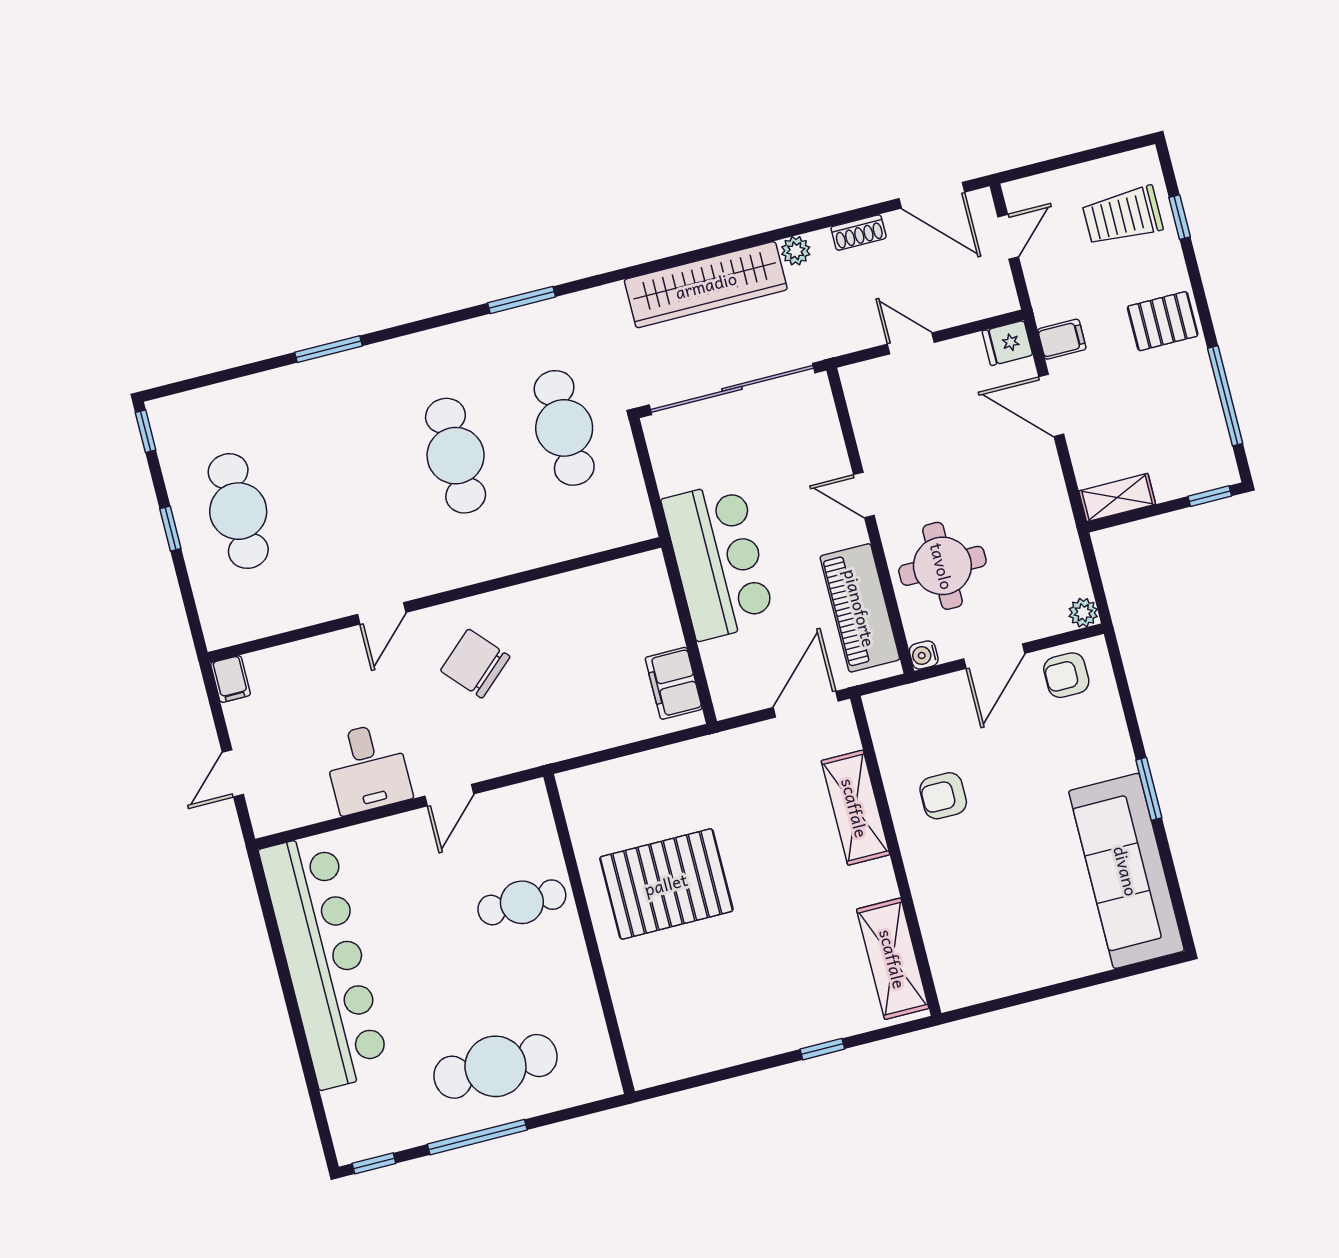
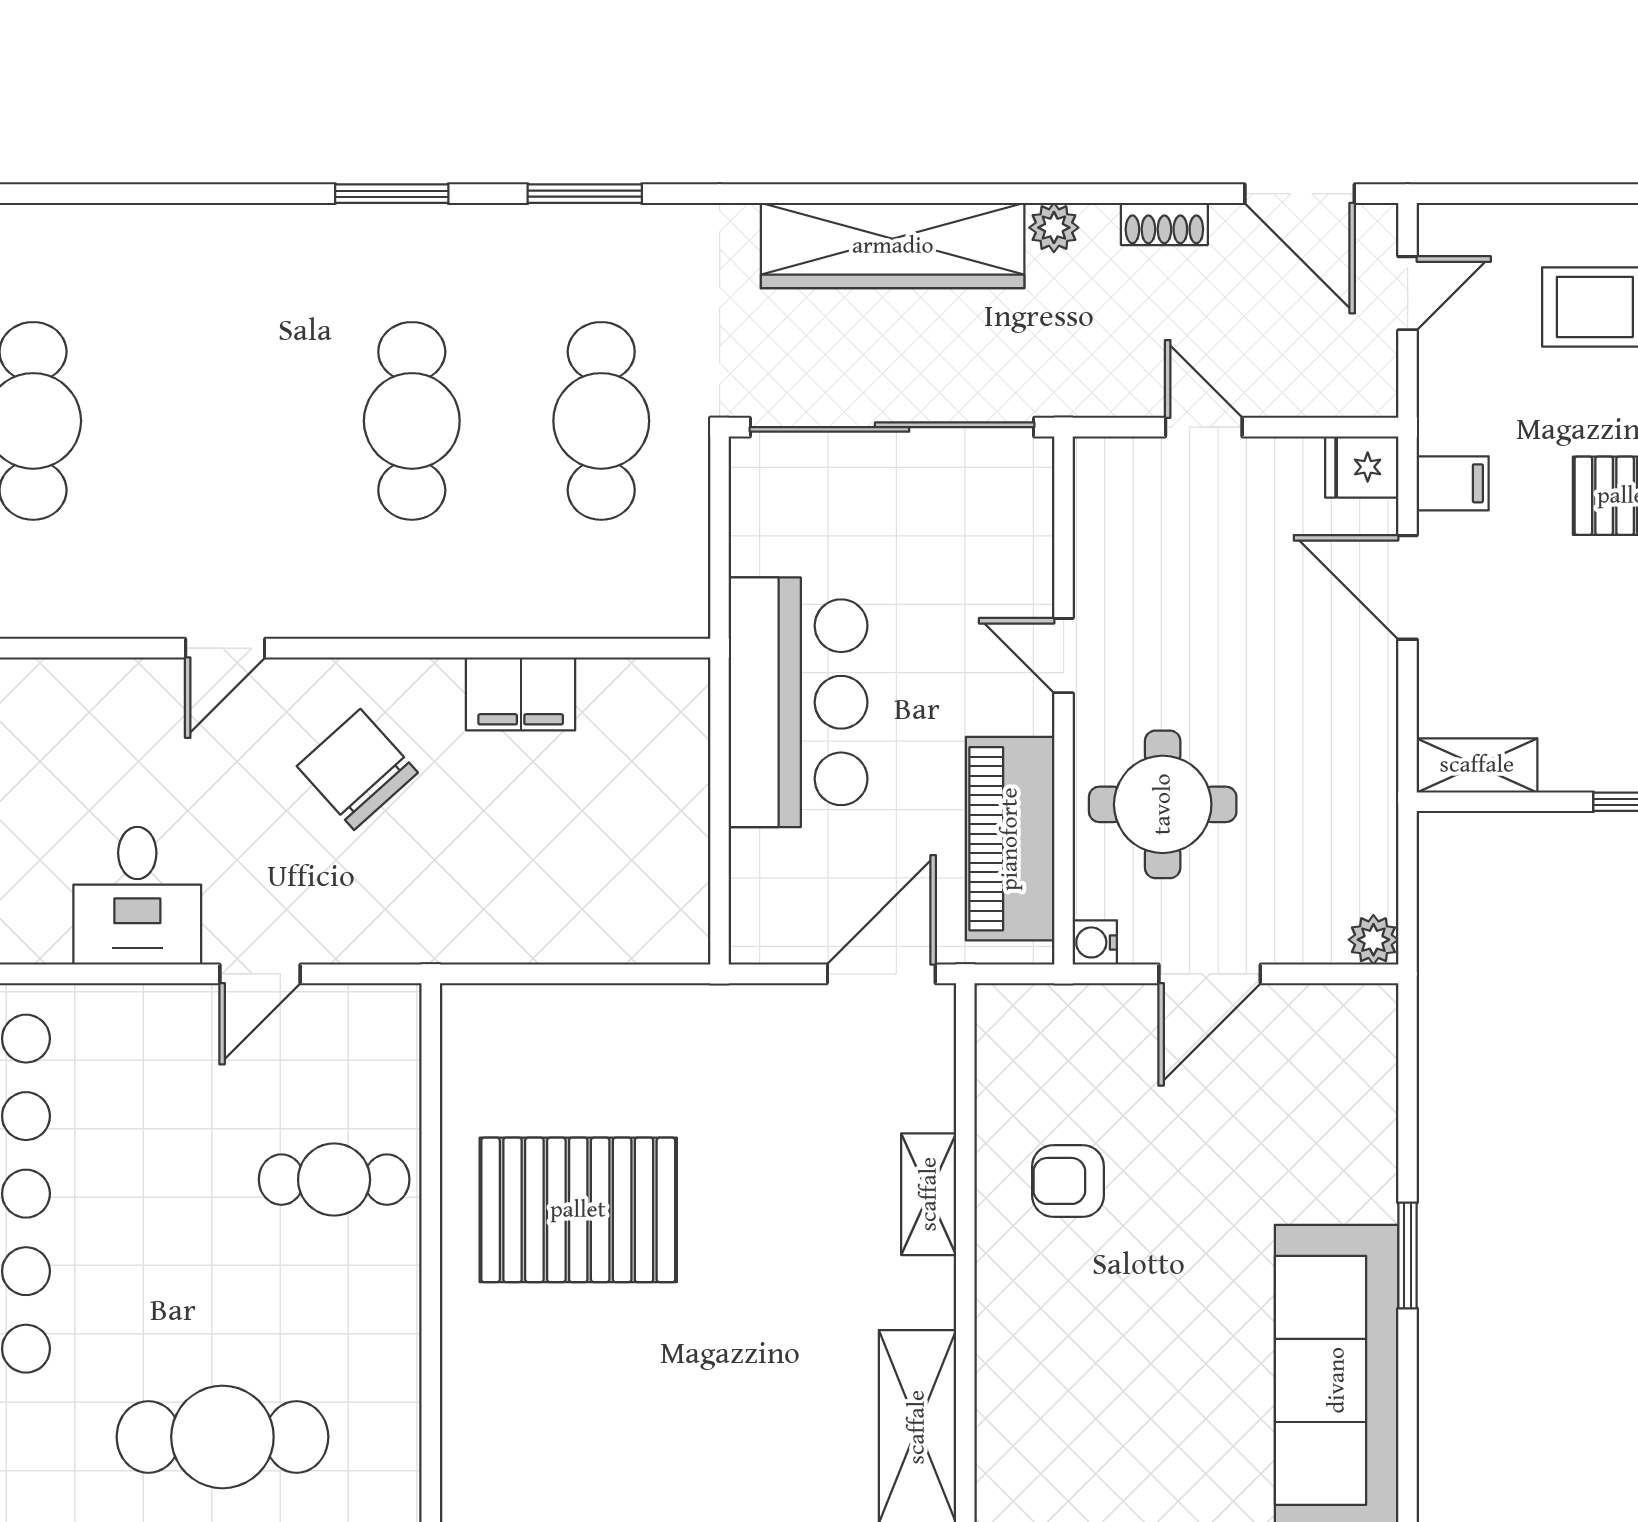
window: (329, 349) -> (392, 194), moved
armchair: (1066, 675) -> (1320, 1035), removed
filing cabinet: (674, 683) -> (521, 694), moved, turned -90
shelving: (855, 808) -> (929, 1194), width x0.67, depth x0.75

